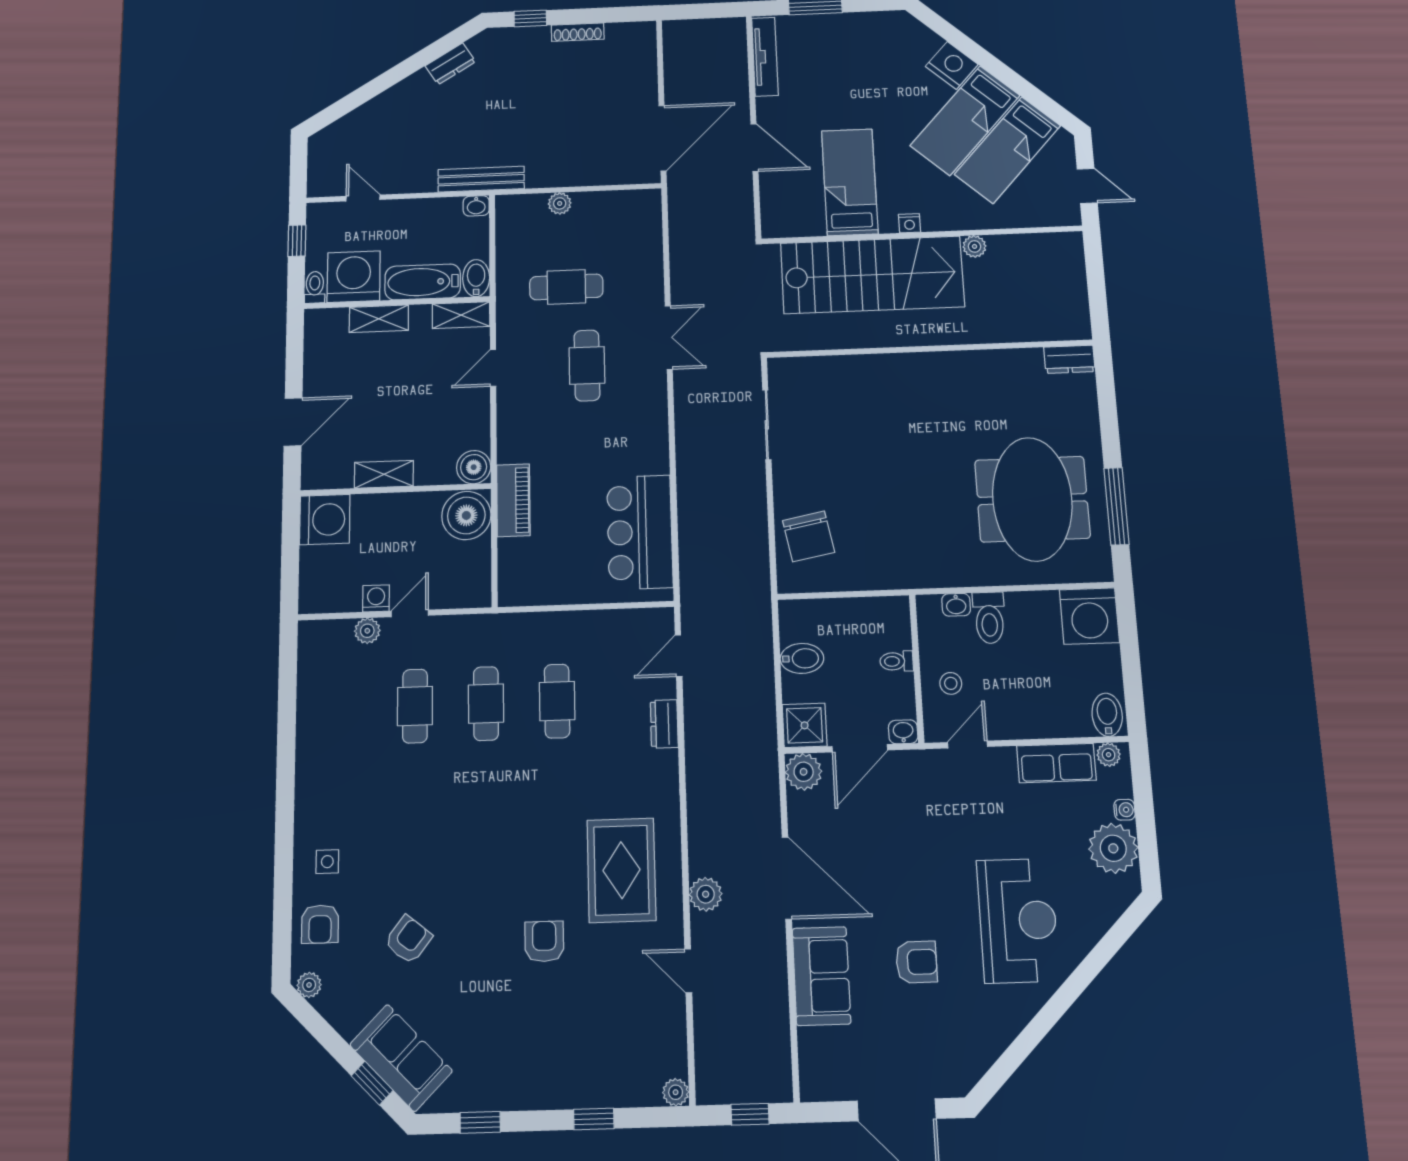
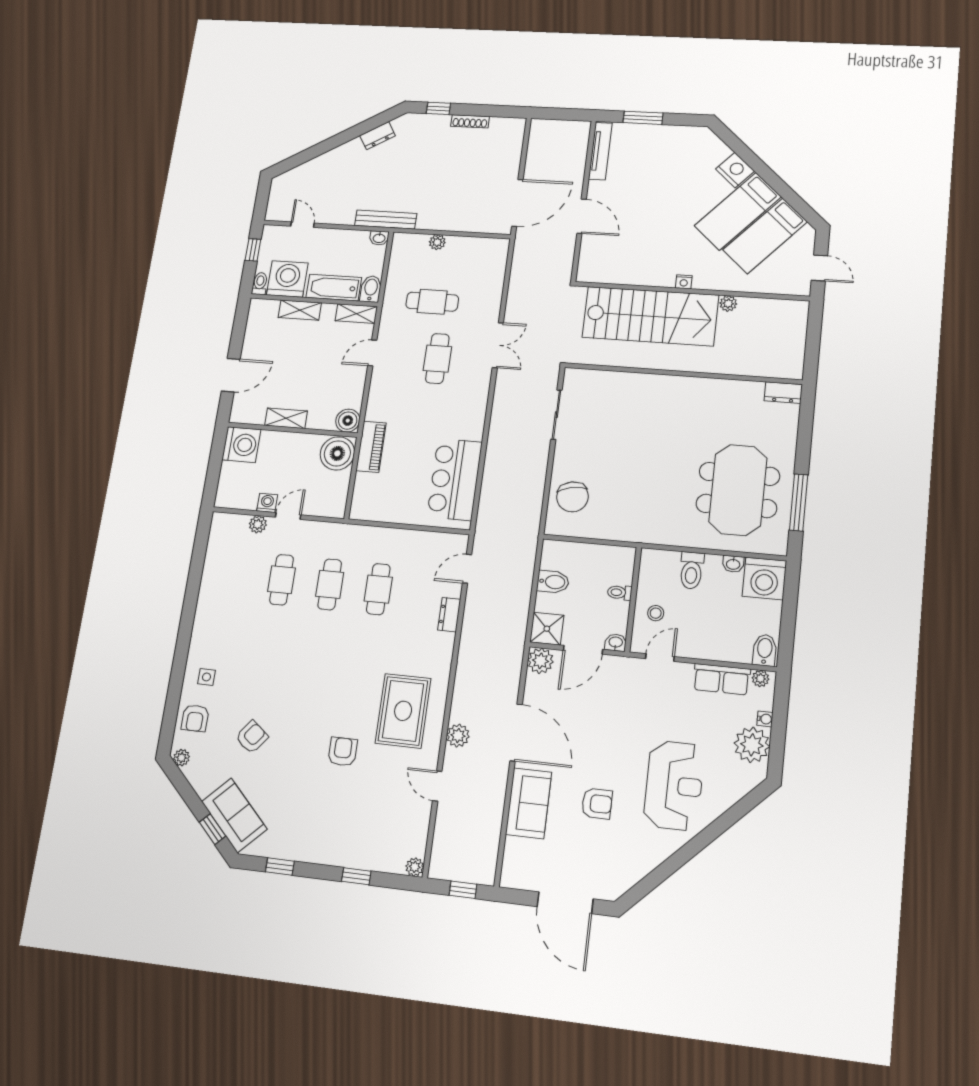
bed: (850, 182) -> (646, 248), removed
washbasin: (956, 605) -> (733, 564), moved

